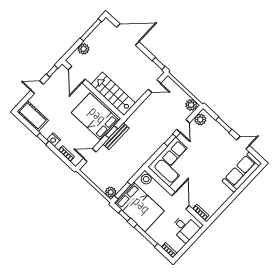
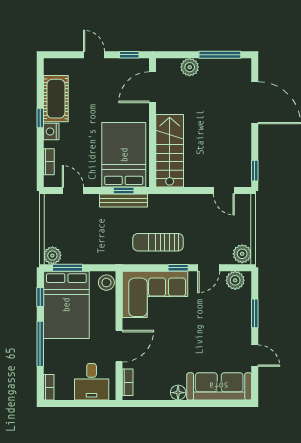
cot: (33, 116) -> (56, 99), moved
sun lounger: (150, 138) -> (158, 242), added
floor lamp: (227, 194) -> (178, 393), added

